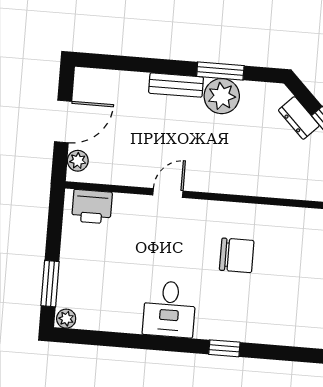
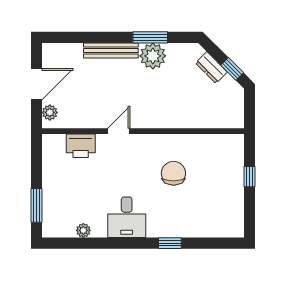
bench: (176, 85) -> (111, 50), width x1.36
printer: (92, 207) -> (81, 146), moved
chair: (237, 255) -> (173, 173), turned -90
plant: (66, 319) -> (83, 230), moved

